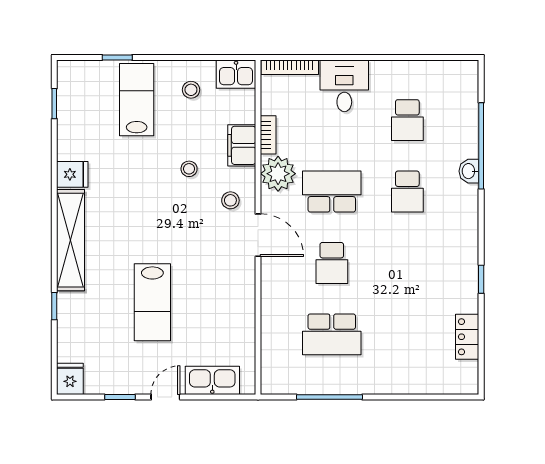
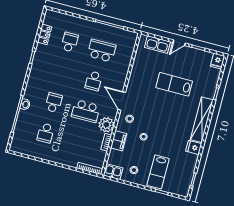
desk: (344, 86) -> (69, 155), removed
school desk: (407, 120) -> (46, 133), turned 180
school desk: (332, 263) -> (94, 81), turned 180
lab bench: (152, 302) -> (174, 84), turned -90
school desk: (407, 334) -> (70, 42), added

